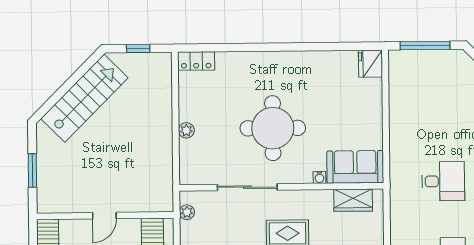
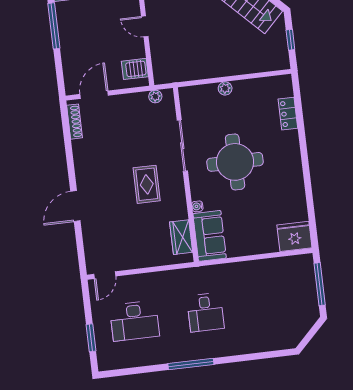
locker: (196, 61) -> (288, 114), moved
fridge: (370, 64) -> (294, 236), width x1.36, depth x1.34

